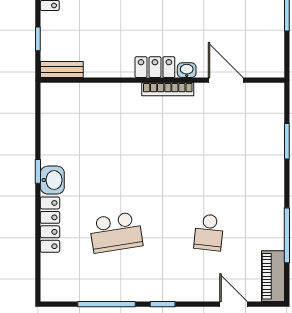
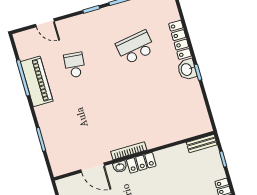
piano: (273, 276) -> (37, 81), moved, width x1.37, depth x1.33

